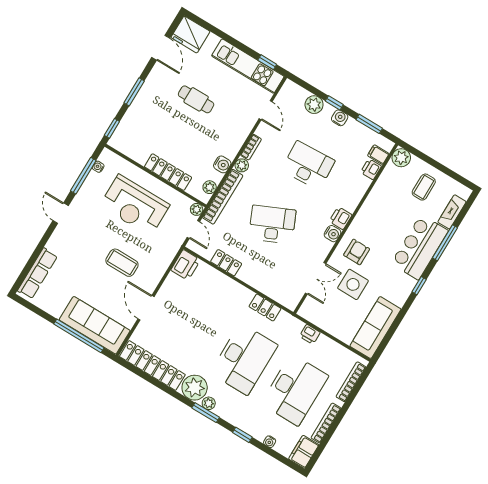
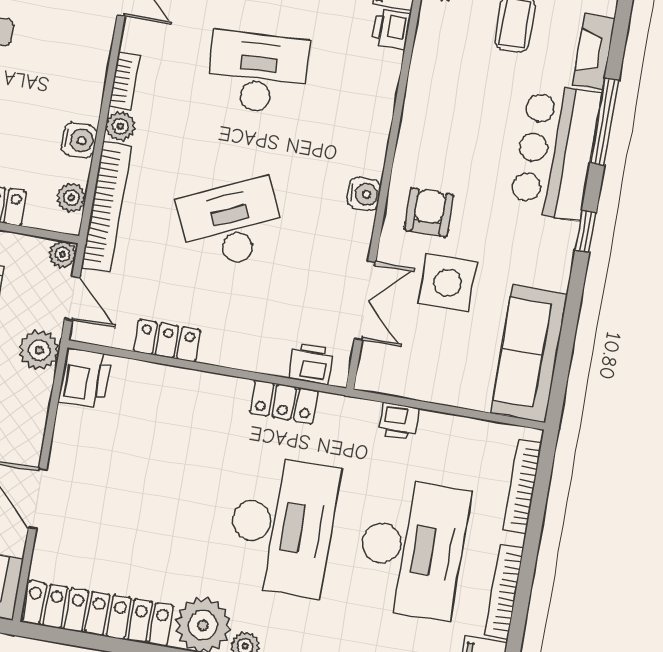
printer: (341, 218) -> (311, 364), moved, turned 90
plant: (171, 246) -> (39, 350), added

